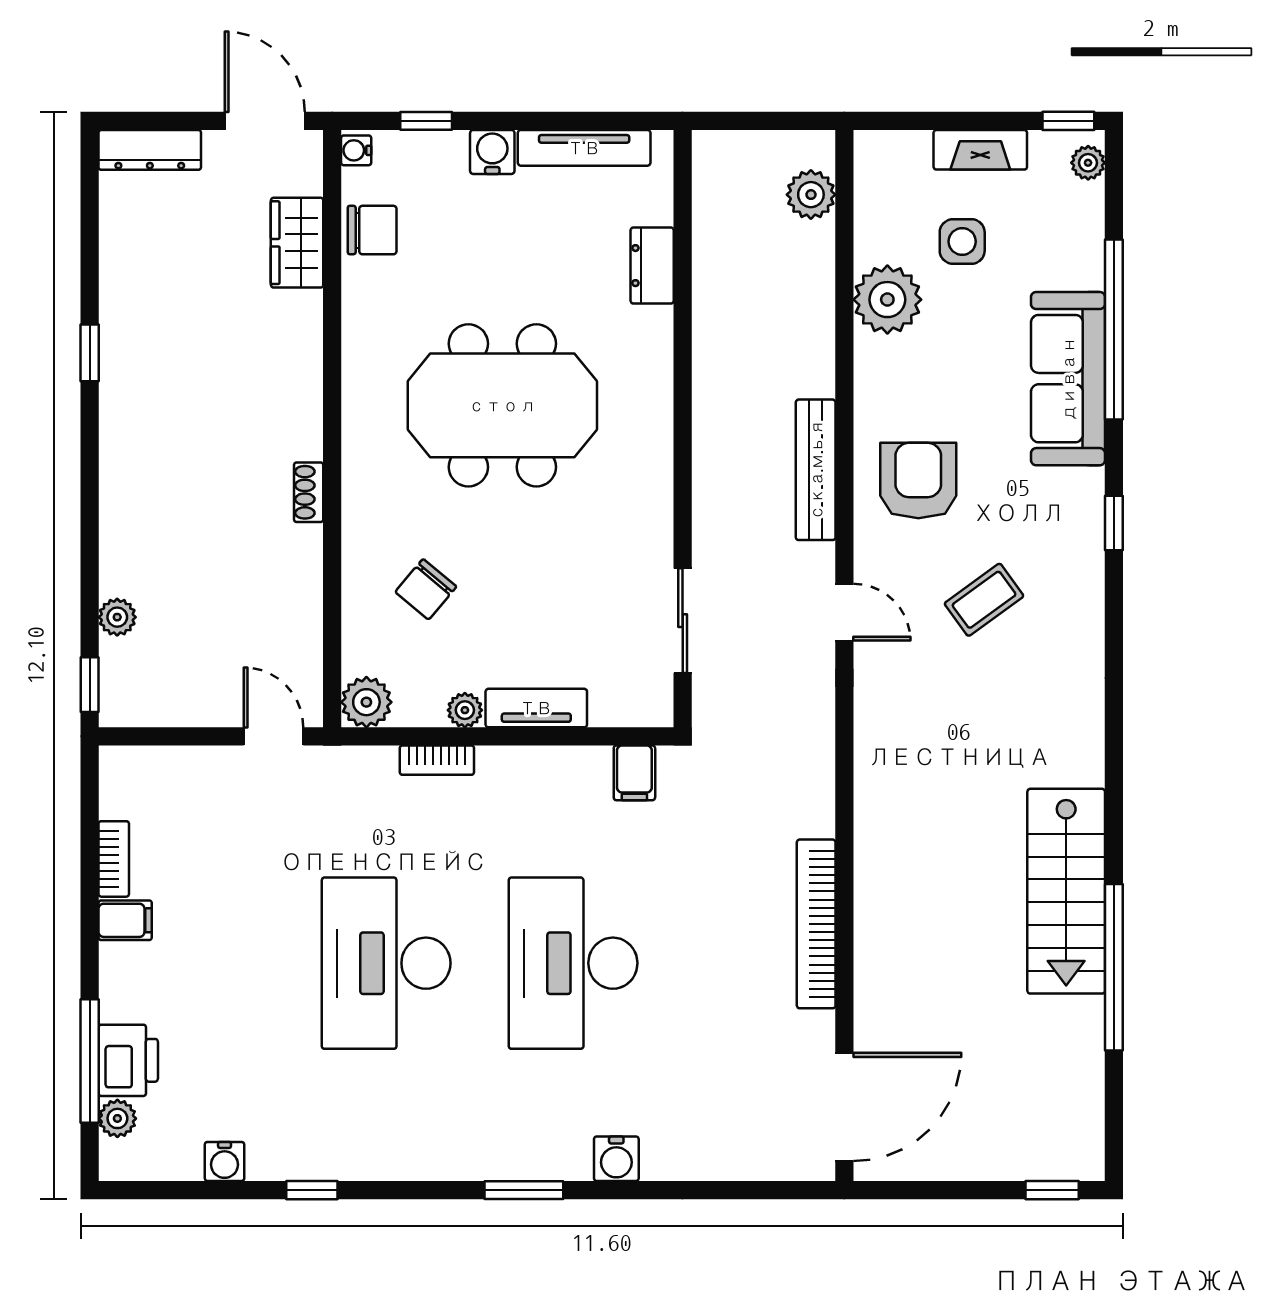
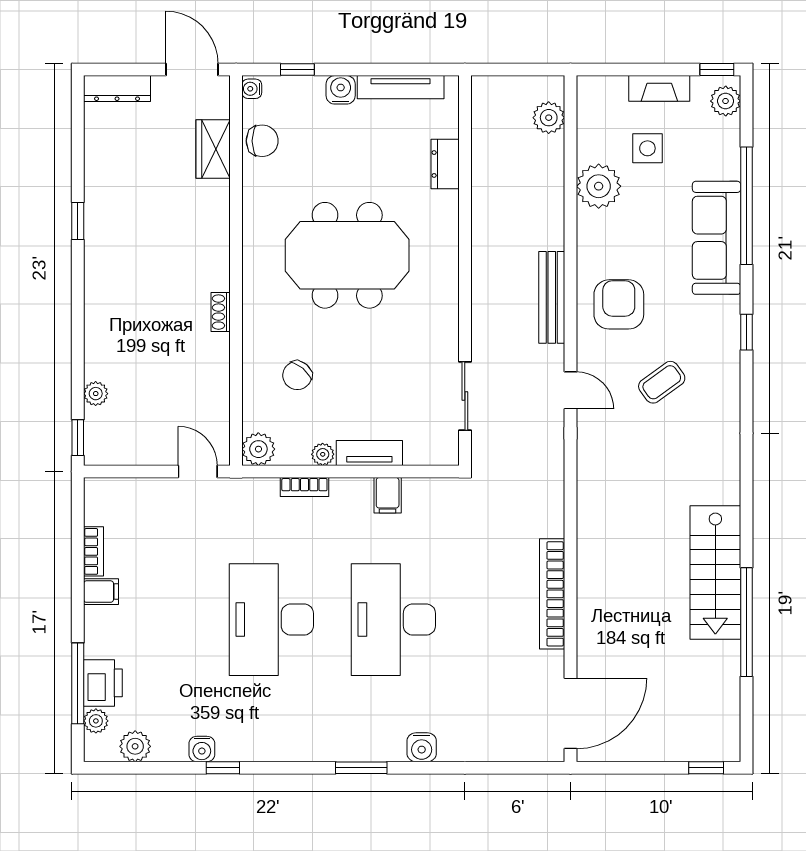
plant: (1088, 163) -> (726, 101), width x1.38, depth x1.38
filing cabinet: (634, 773) -> (388, 495), moved
plant: (177, 1157) -> (135, 746), added
water cooler: (225, 1161) -> (202, 749), moved

